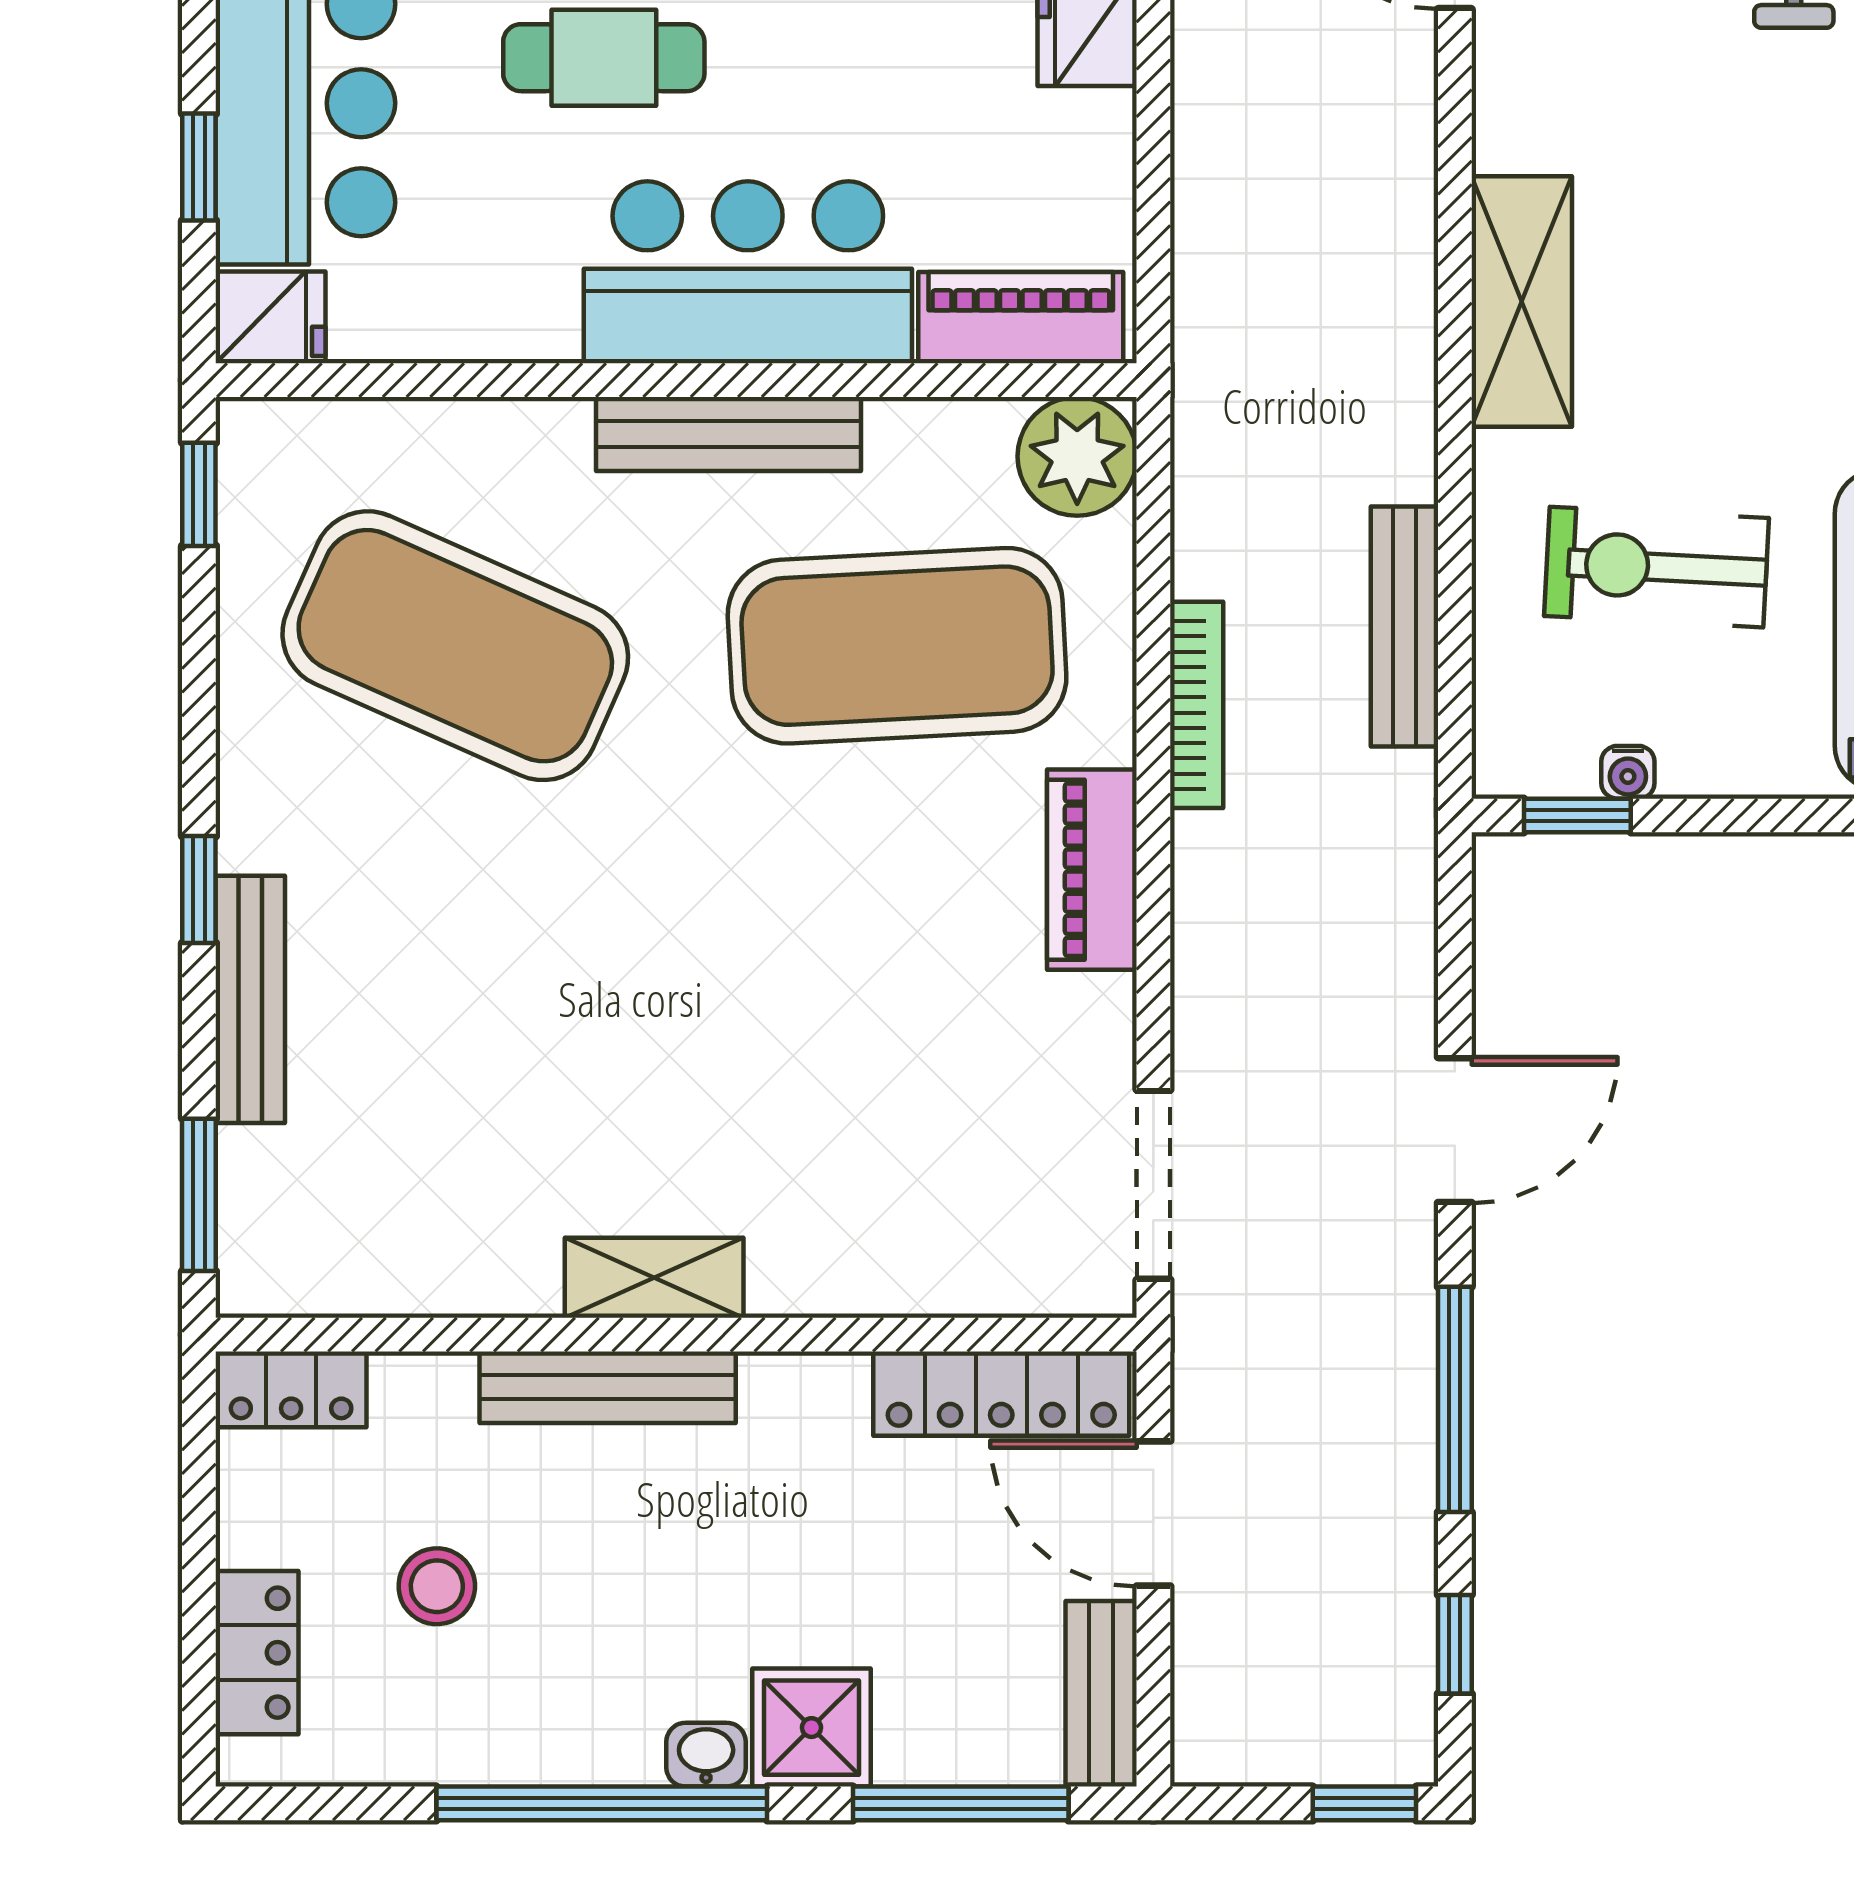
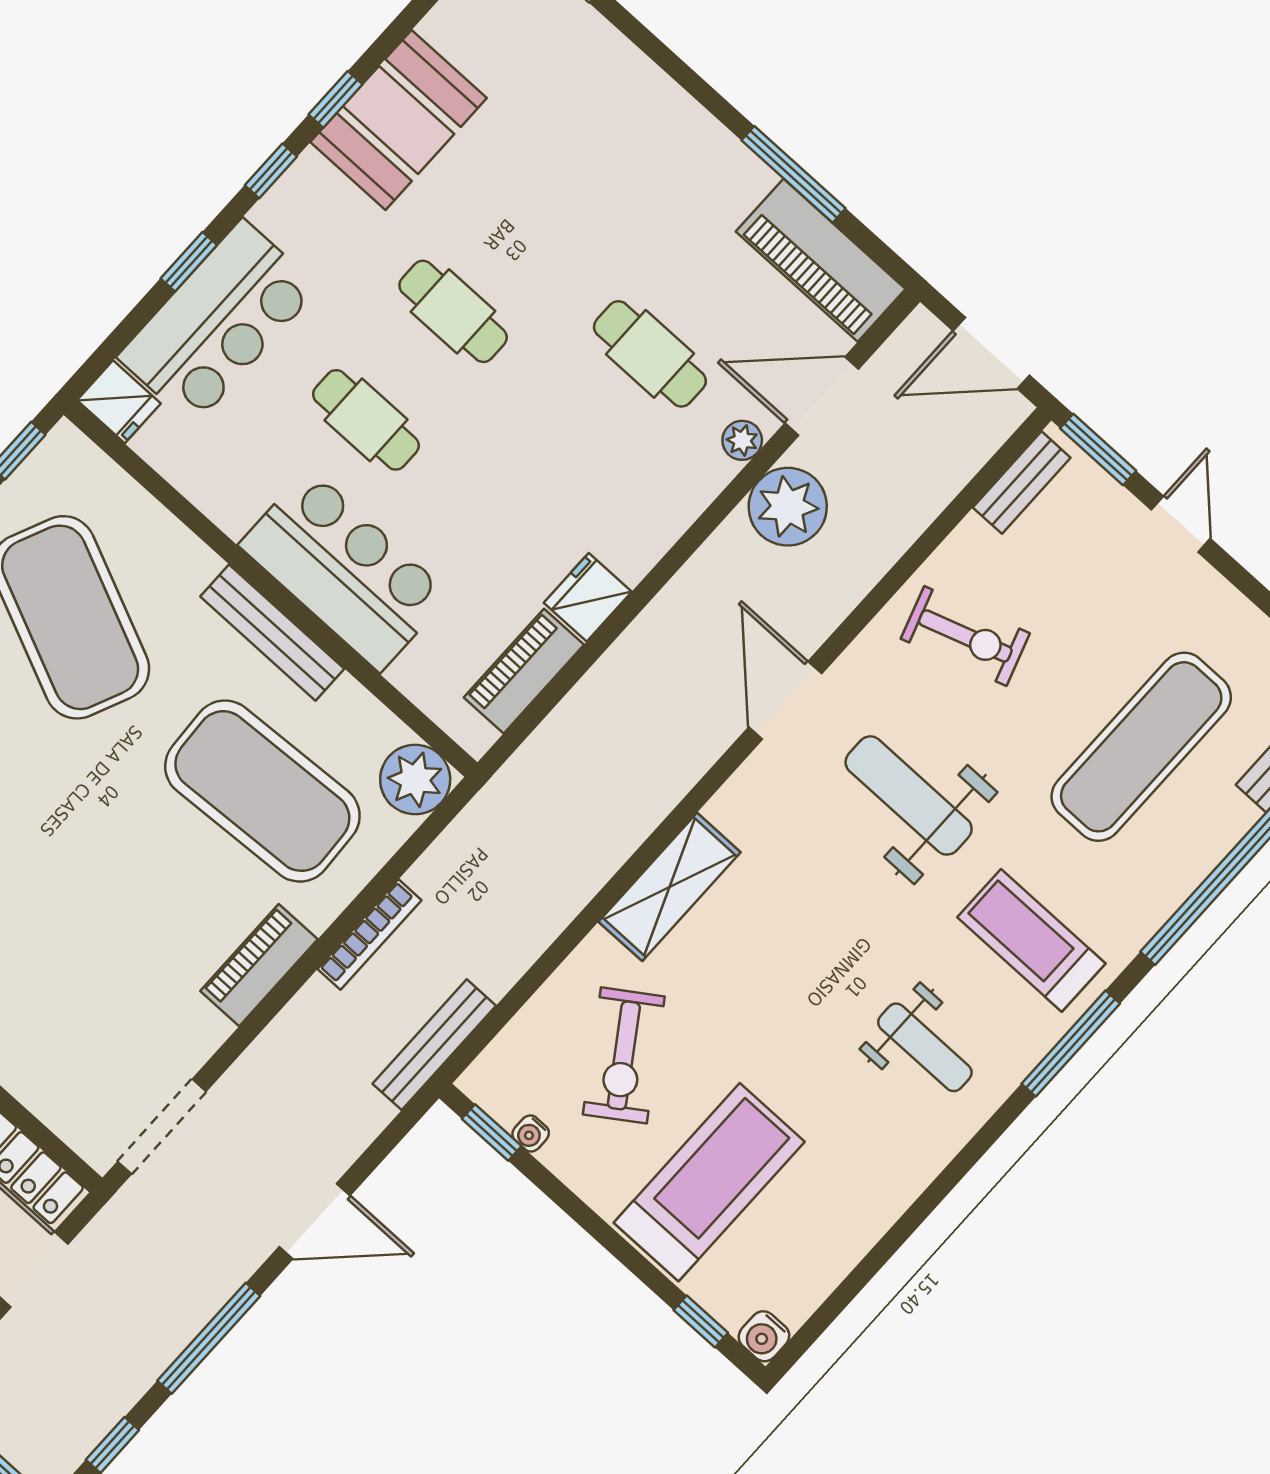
window: (199, 167) -> (189, 262), moved
piano: (1021, 318) -> (524, 671), moved, turned -90
exercise bike: (1657, 567) -> (624, 1055), turned -127
bench: (1404, 627) -> (434, 1045), moved

